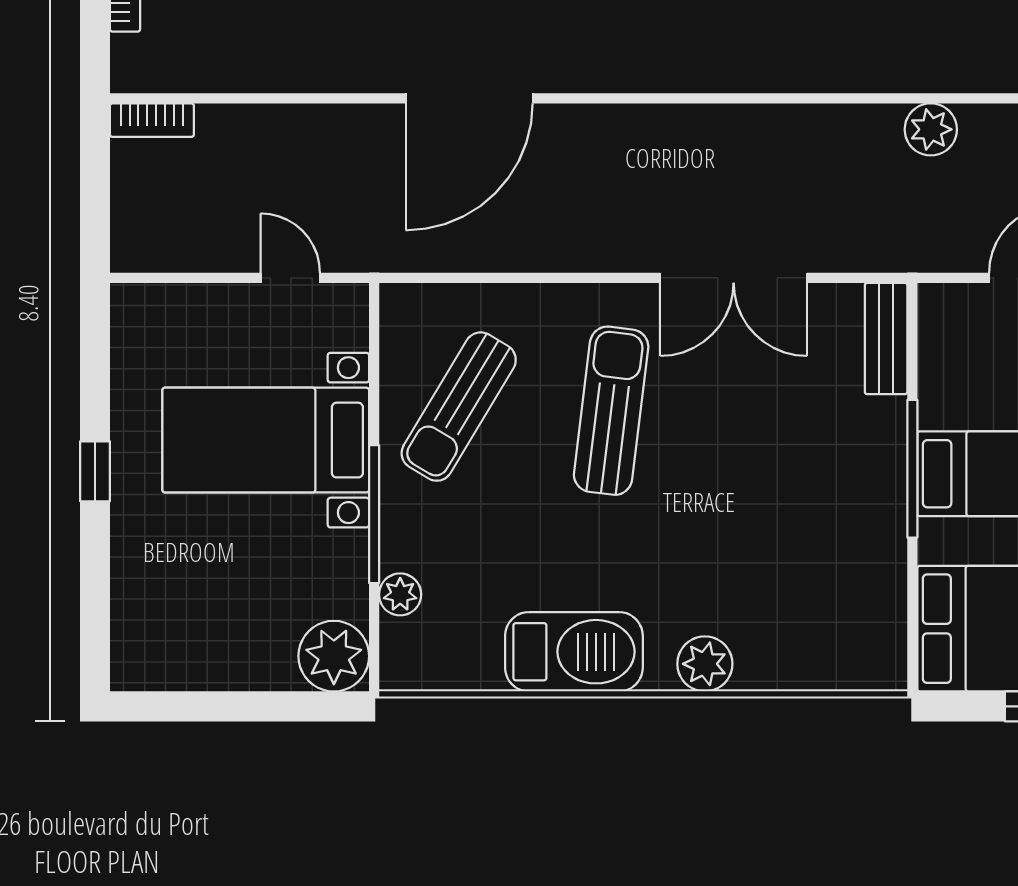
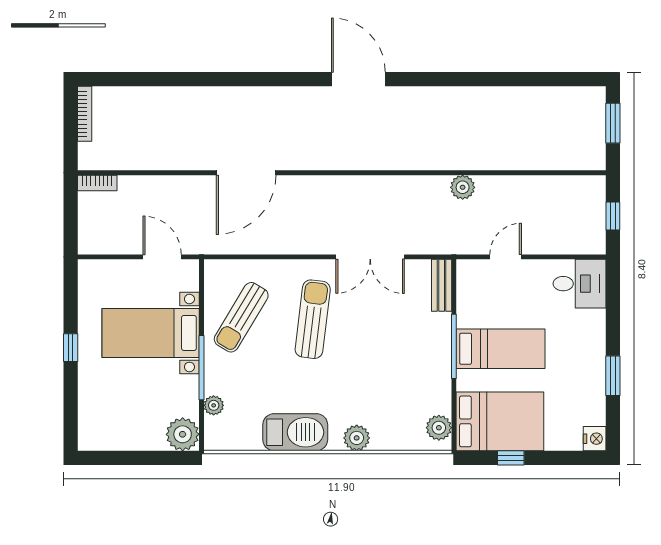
door: (290, 278) -> (162, 257), width x1.38
plant: (880, 642) -> (439, 428), added

